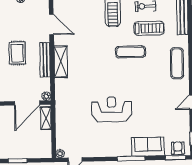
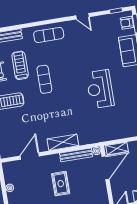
rug: (17, 53) -> (61, 184), turned 90
bench: (45, 60) -> (76, 155), moved
door: (27, 103) -> (106, 168), hinge flipped

